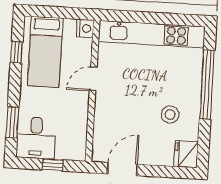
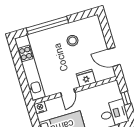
door: (93, 79) -> (68, 92), hinge flipped
fridge: (186, 154) -> (86, 78), moved, turned 180

